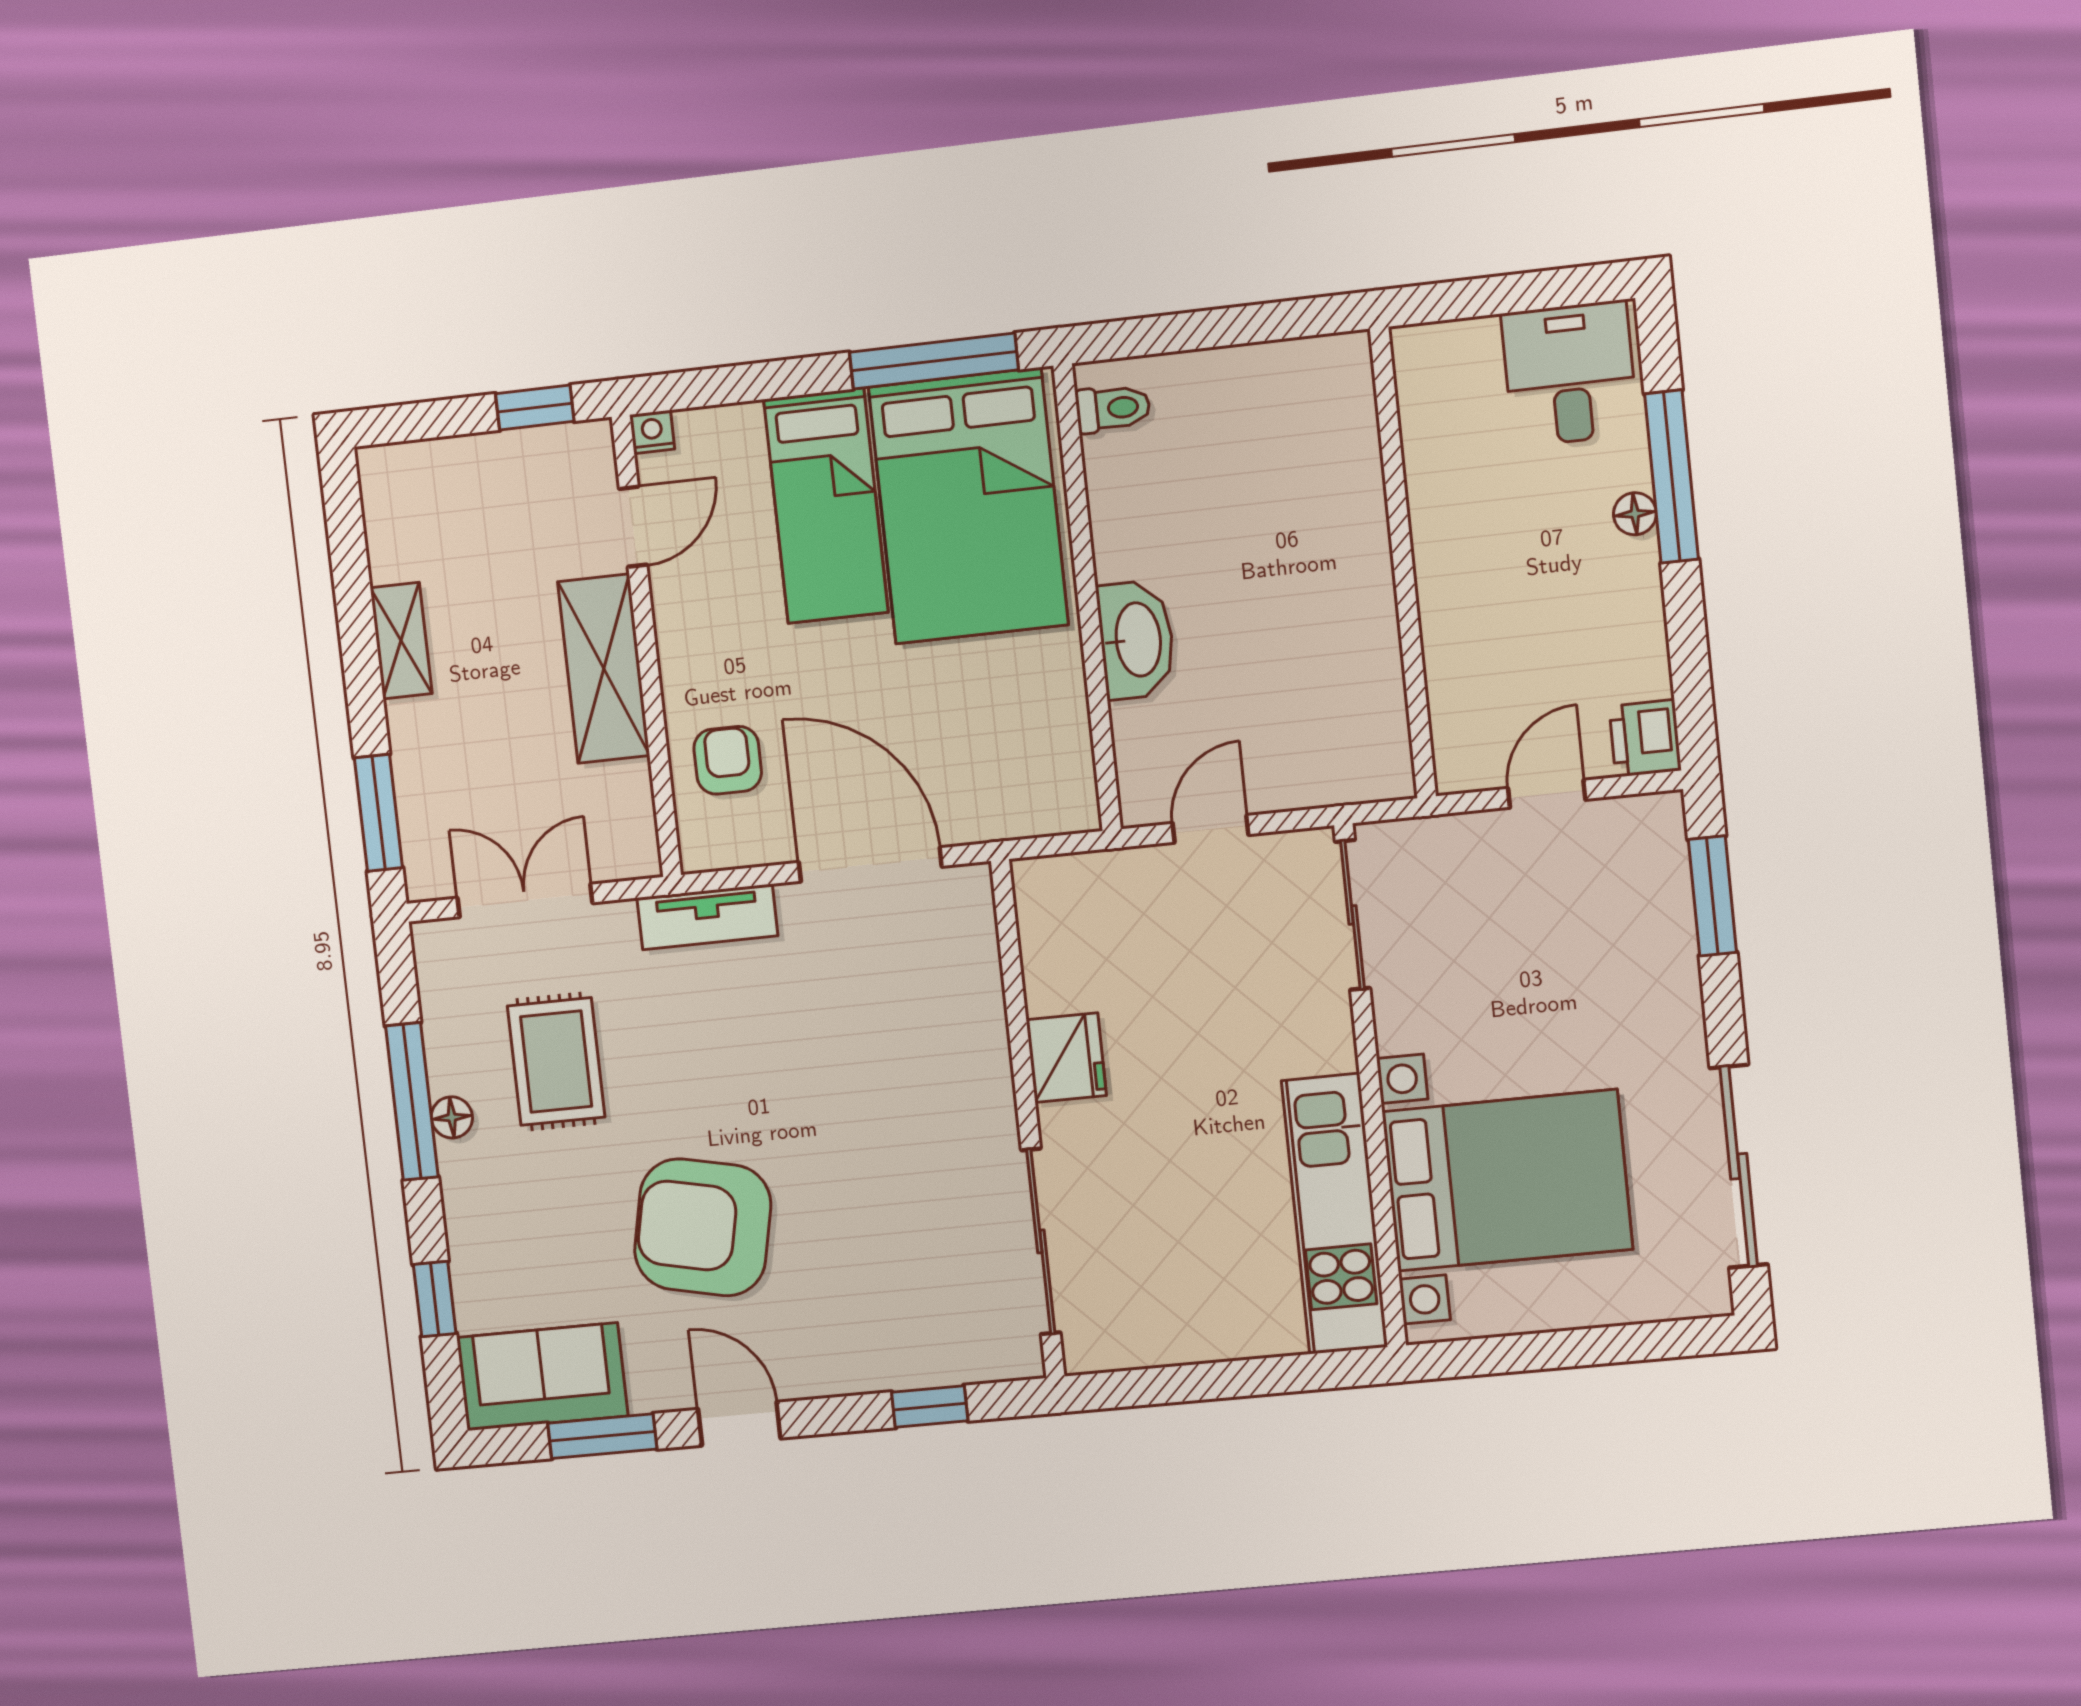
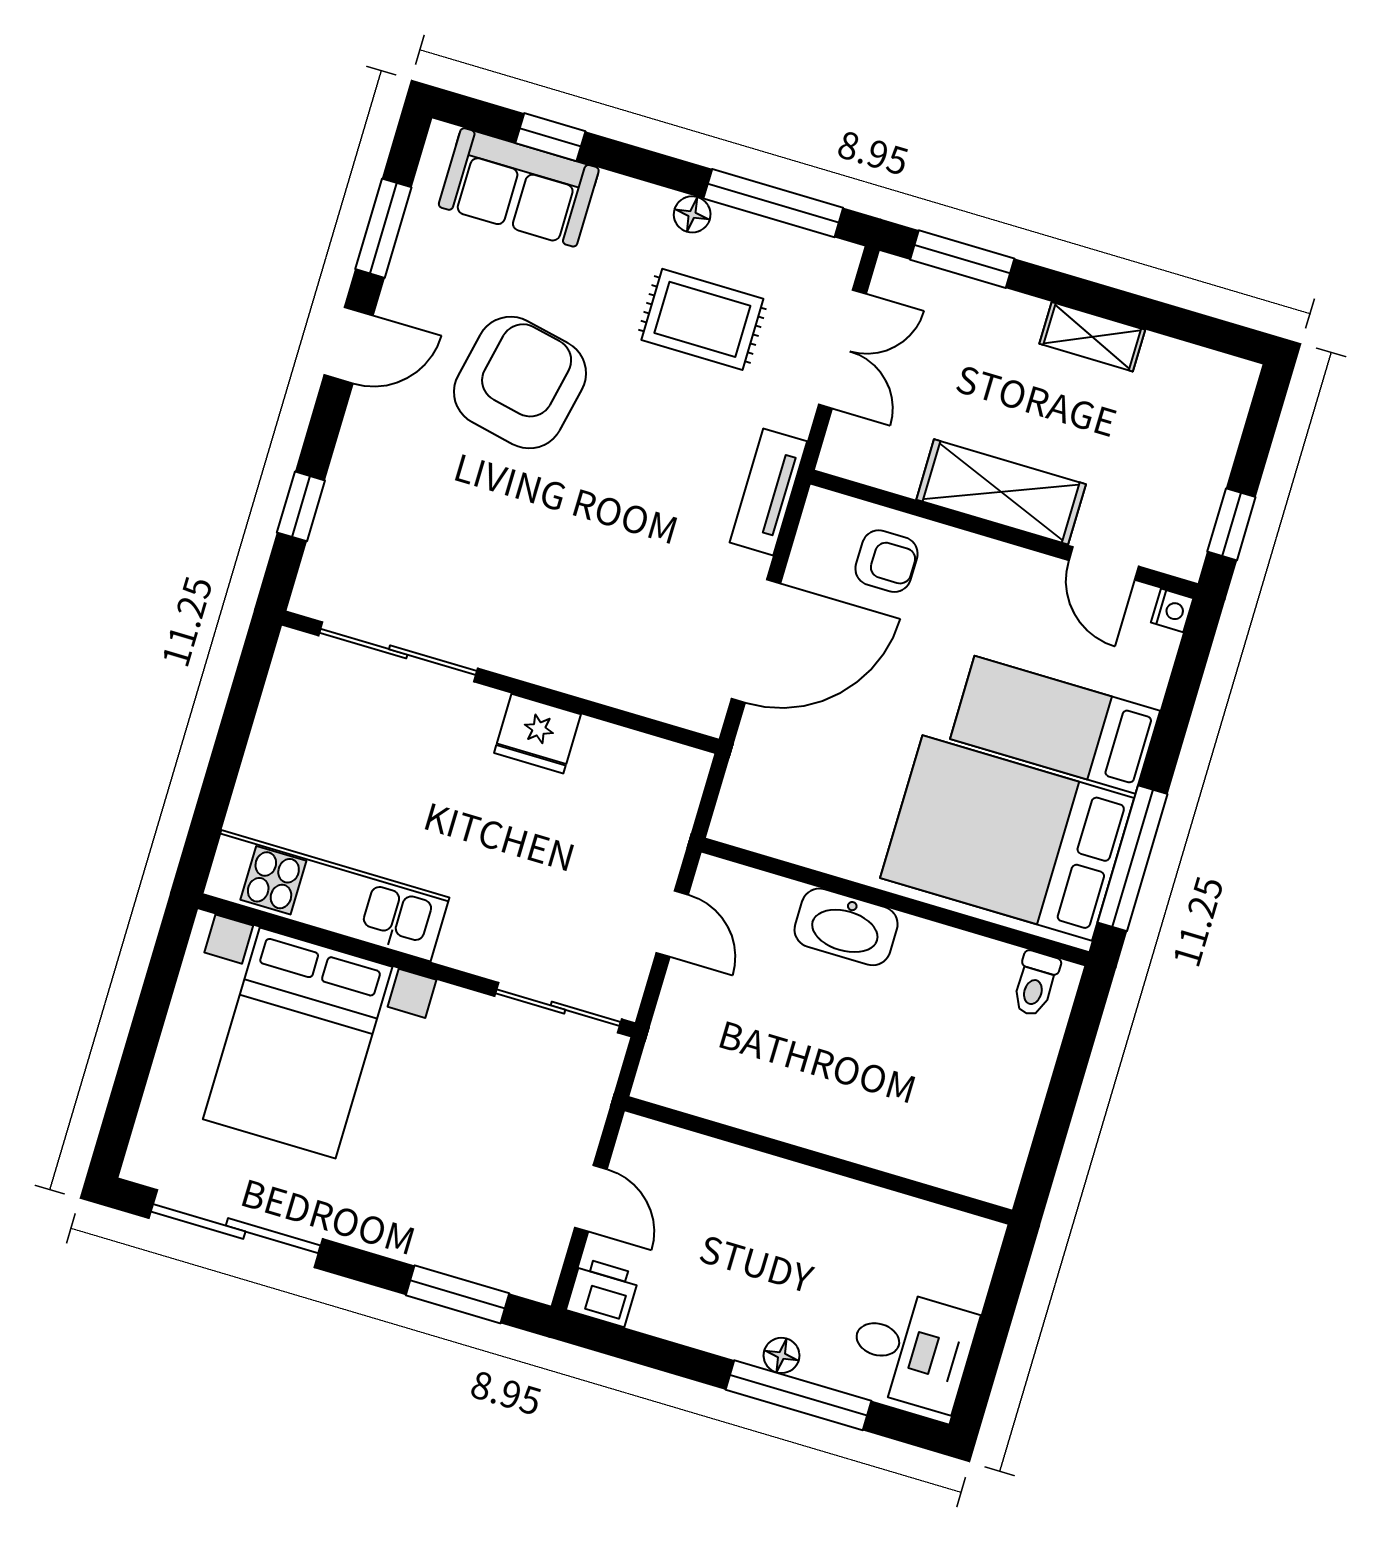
window: (412, 1101) -> (773, 203), moved
sofa: (542, 1377) -> (519, 187), moved, turned 90

